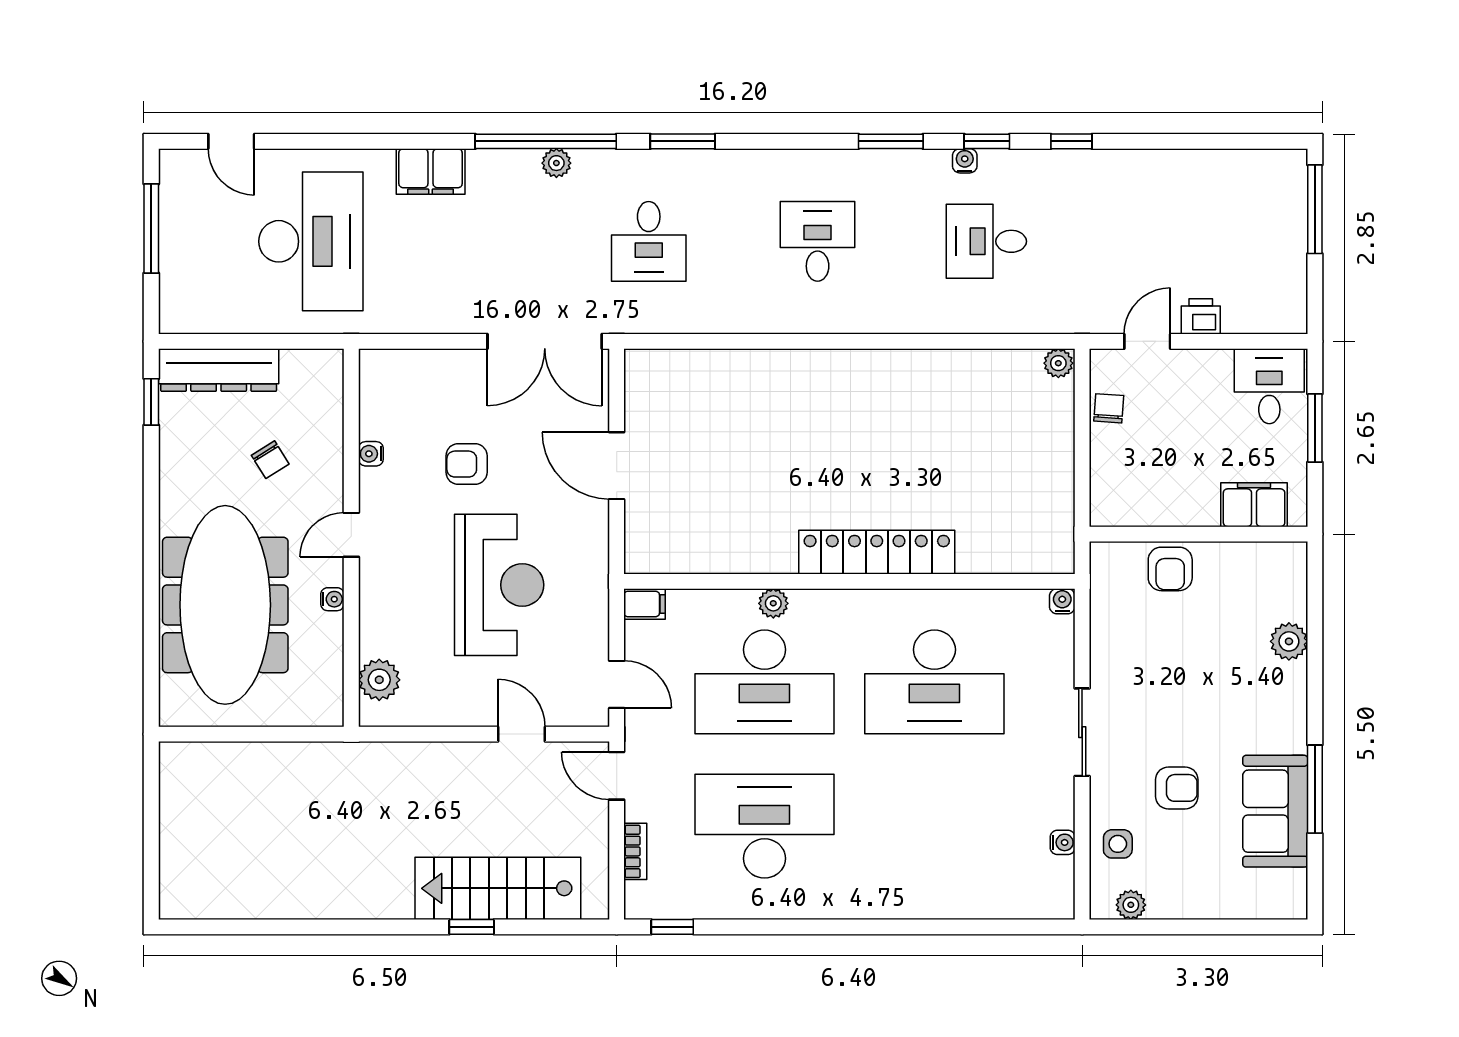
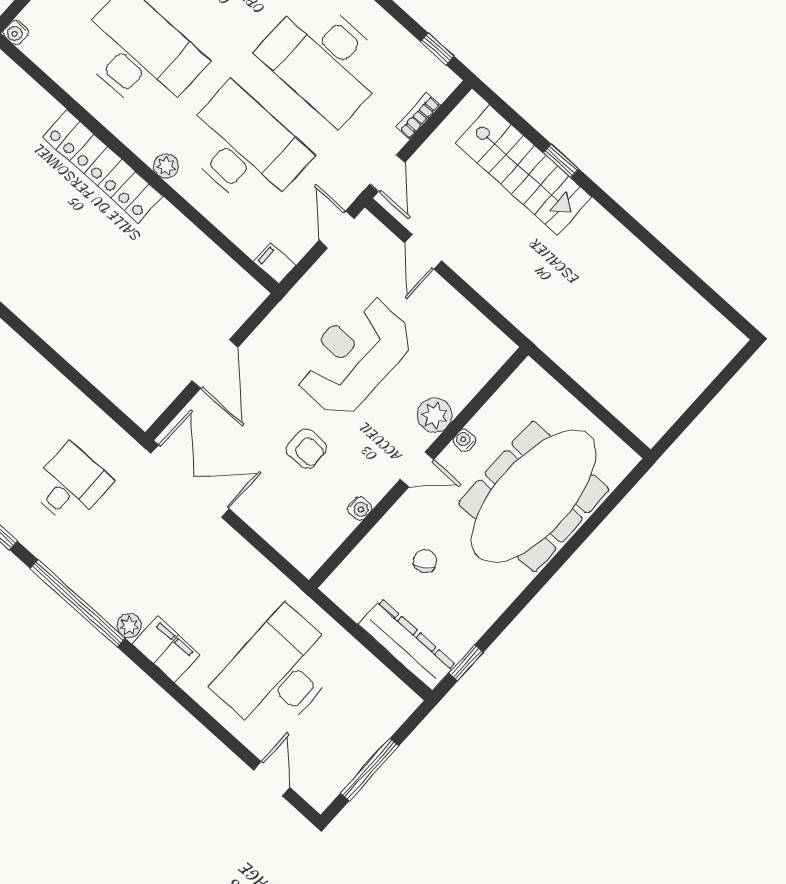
plant: (556, 163) -> (129, 626), moved
plant: (773, 603) -> (166, 166), moved
plant: (379, 680) -> (435, 415), moved

